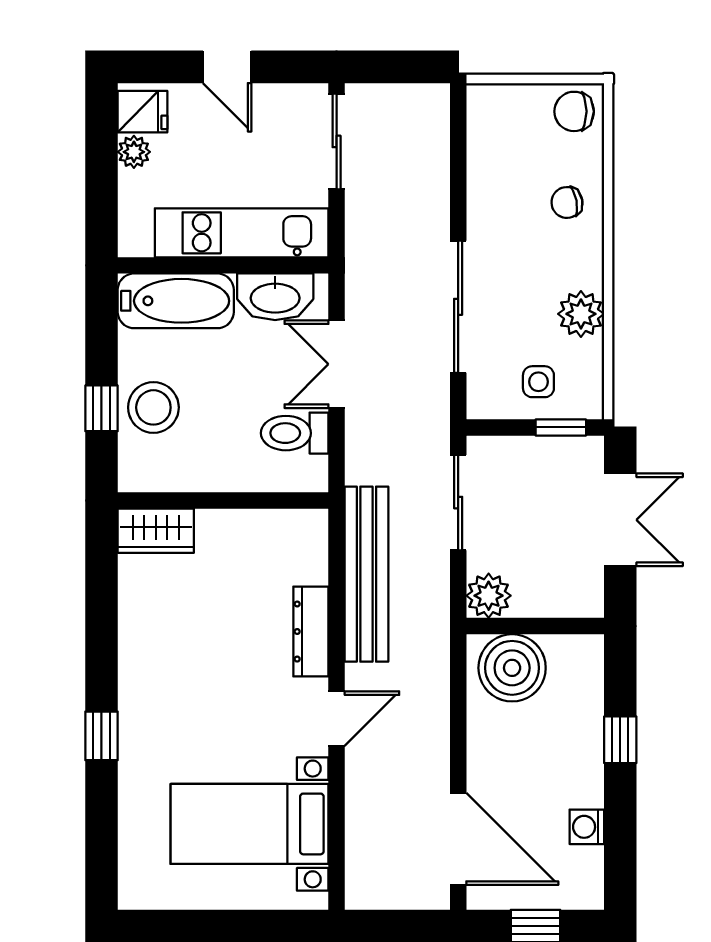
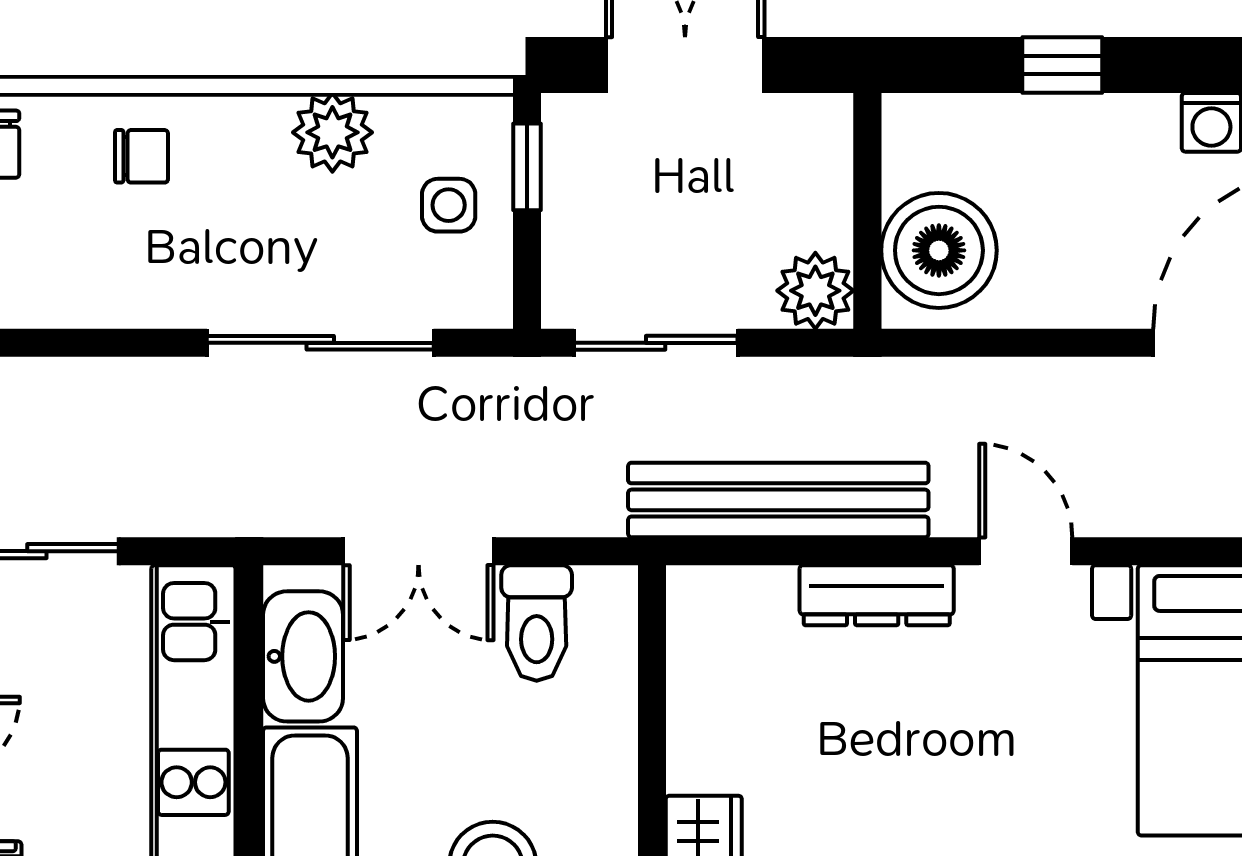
chair: (567, 202) -> (141, 156), turned -79

